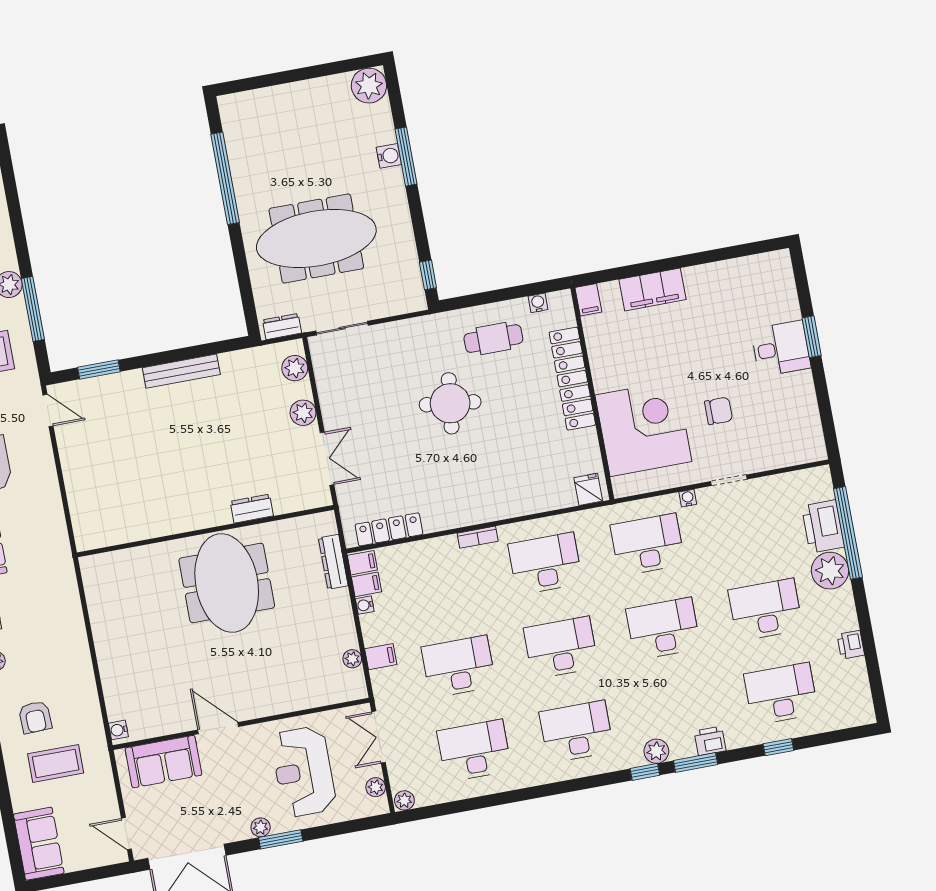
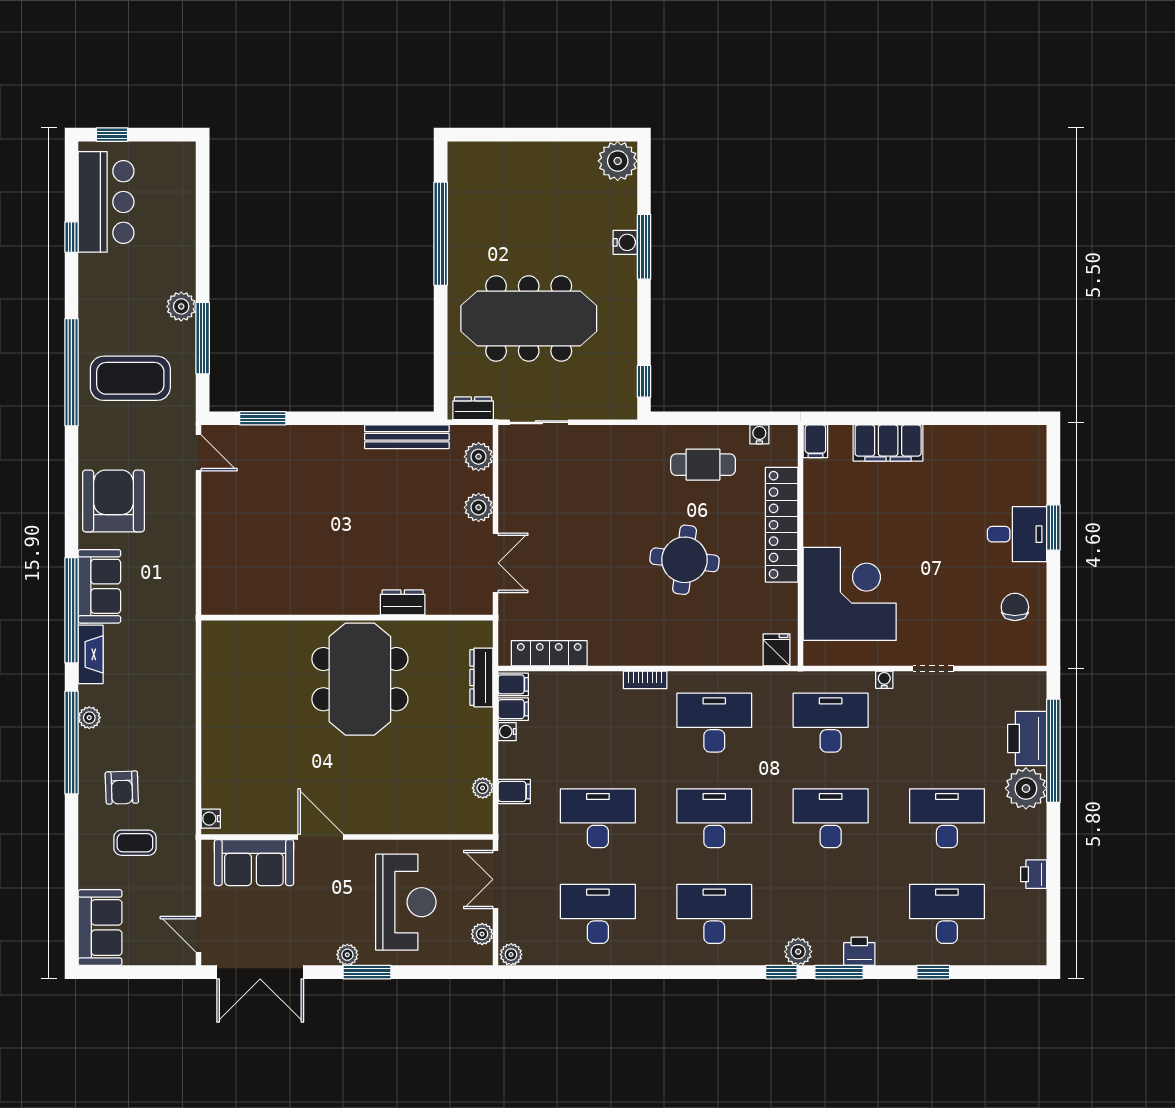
bench: (181, 371) -> (407, 437), moved
round table: (450, 403) -> (685, 560), moved
chair: (719, 411) -> (1015, 607), moved, turned -90
coffee table: (56, 763) -> (135, 843), width x0.73, depth x0.77
reception desk: (303, 772) -> (406, 902), turned 180

